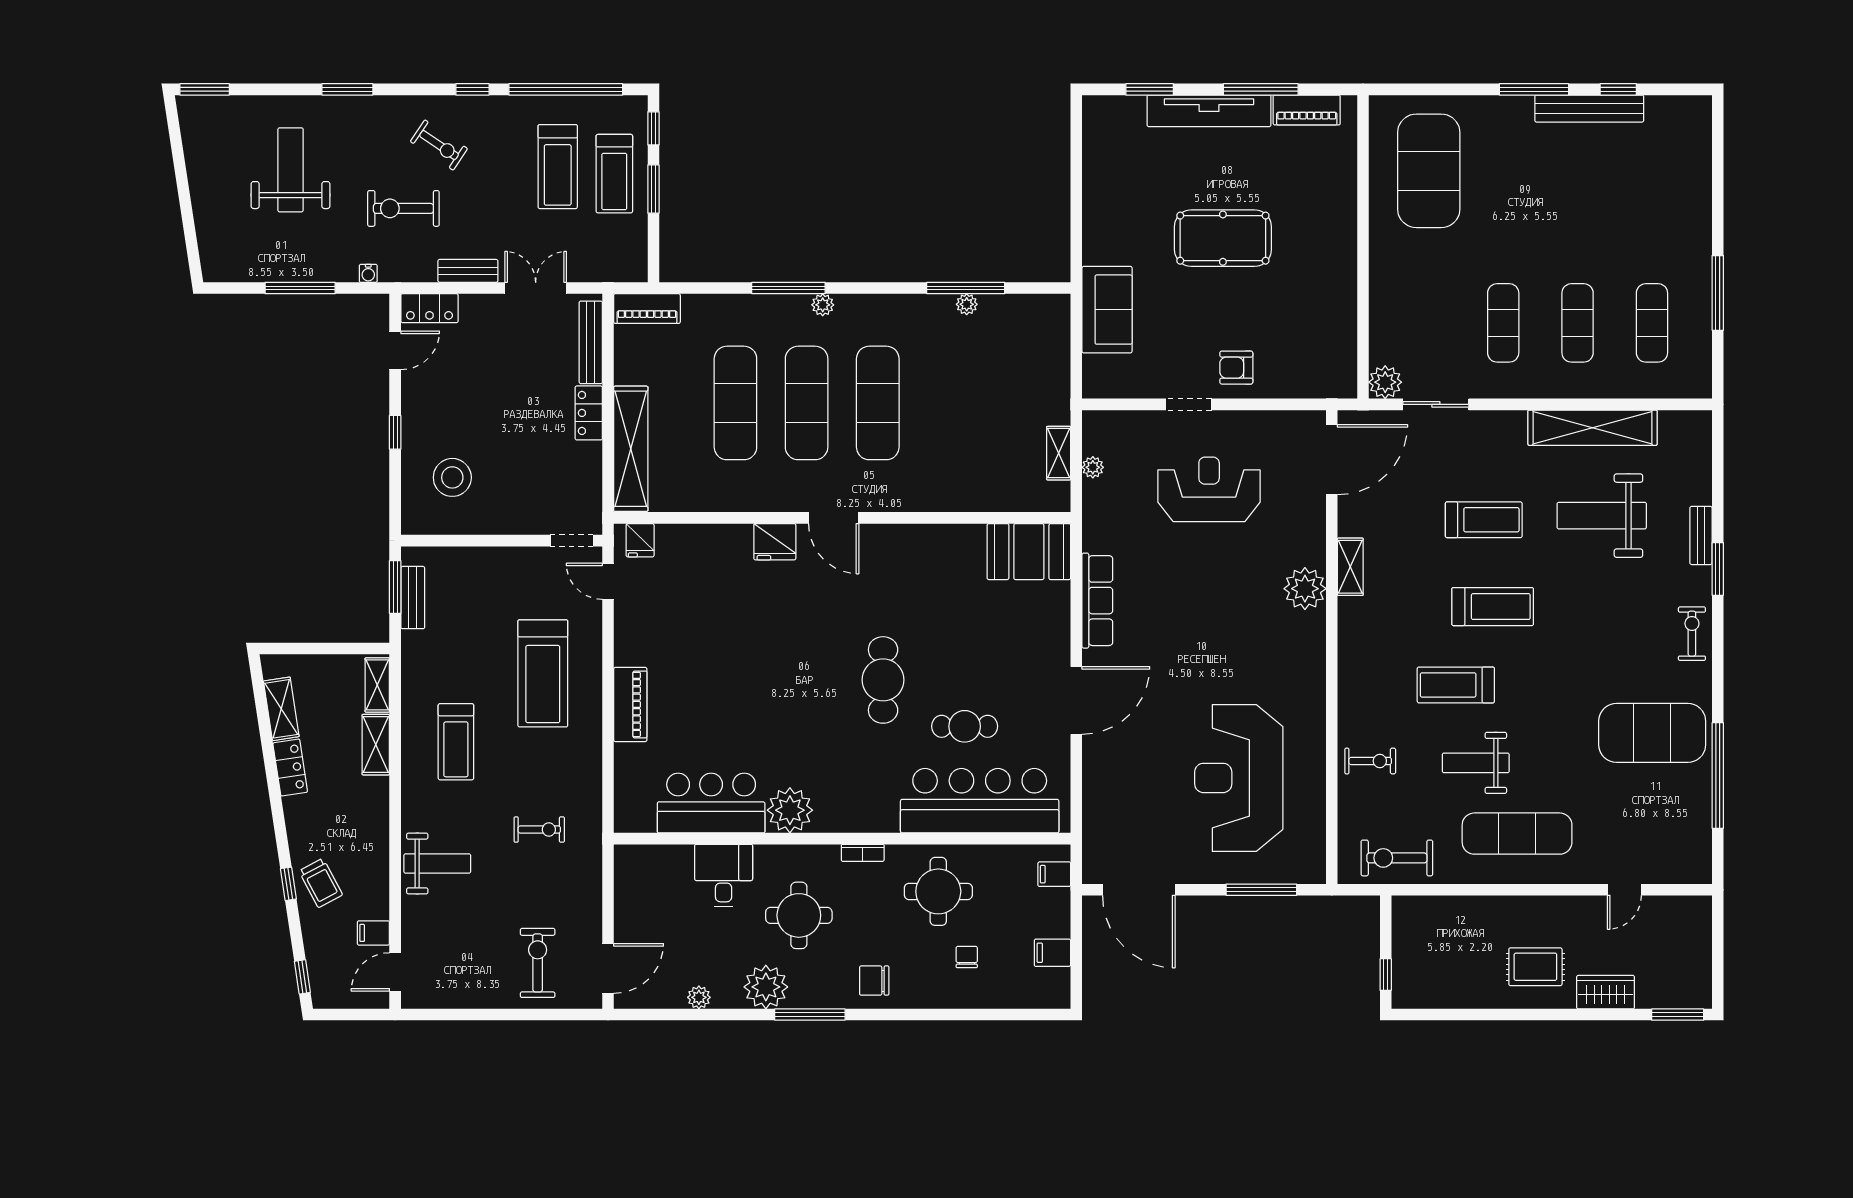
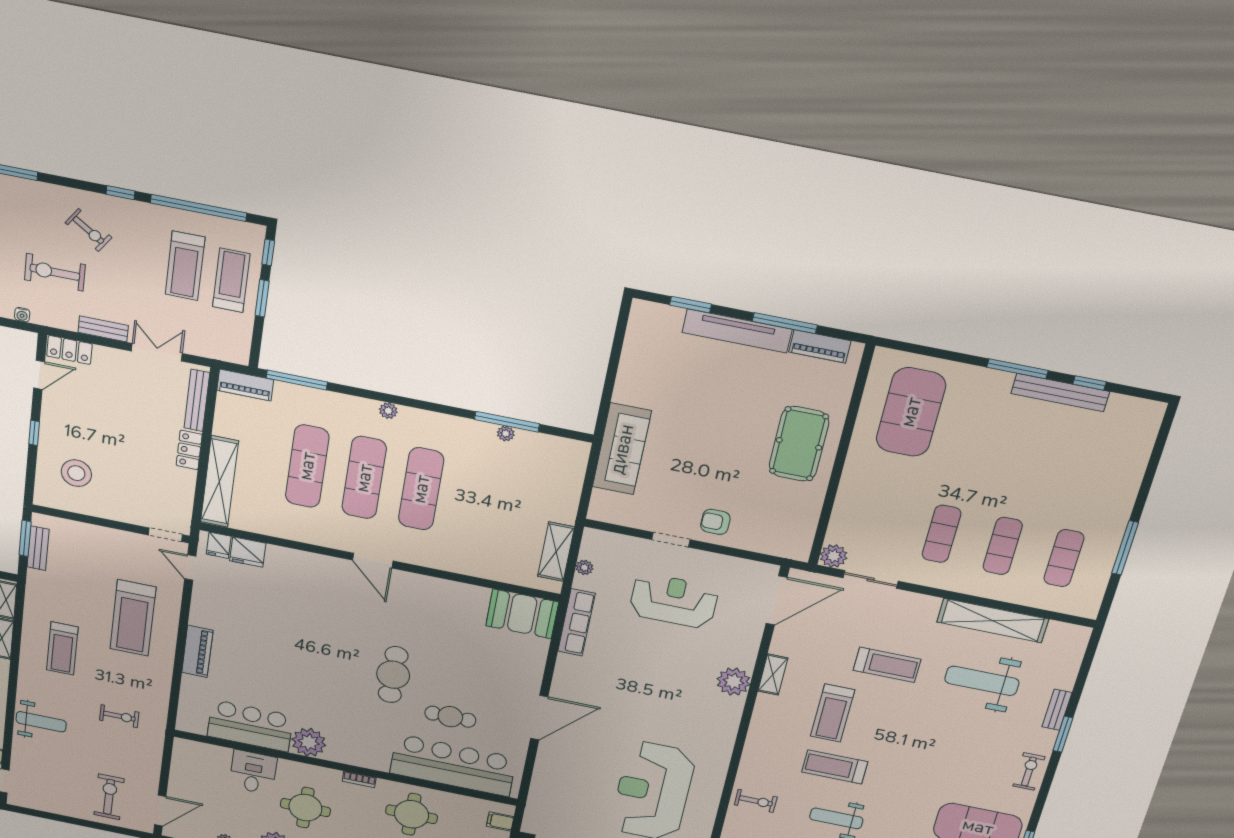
treadmill: (614, 174) -> (231, 280), turned 180
pool table: (1223, 238) -> (799, 444), moved, turned 90
window: (788, 288) -> (297, 380), moved
sofa: (1107, 310) -> (622, 449), width x1.36
shelving: (1059, 453) -> (556, 552), width x1.50, depth x1.33
fridge: (775, 542) -> (248, 552), moved
row of seats: (1097, 601) -> (576, 622), moved
treadmill: (1493, 607) -> (833, 713), moved, turned 90

